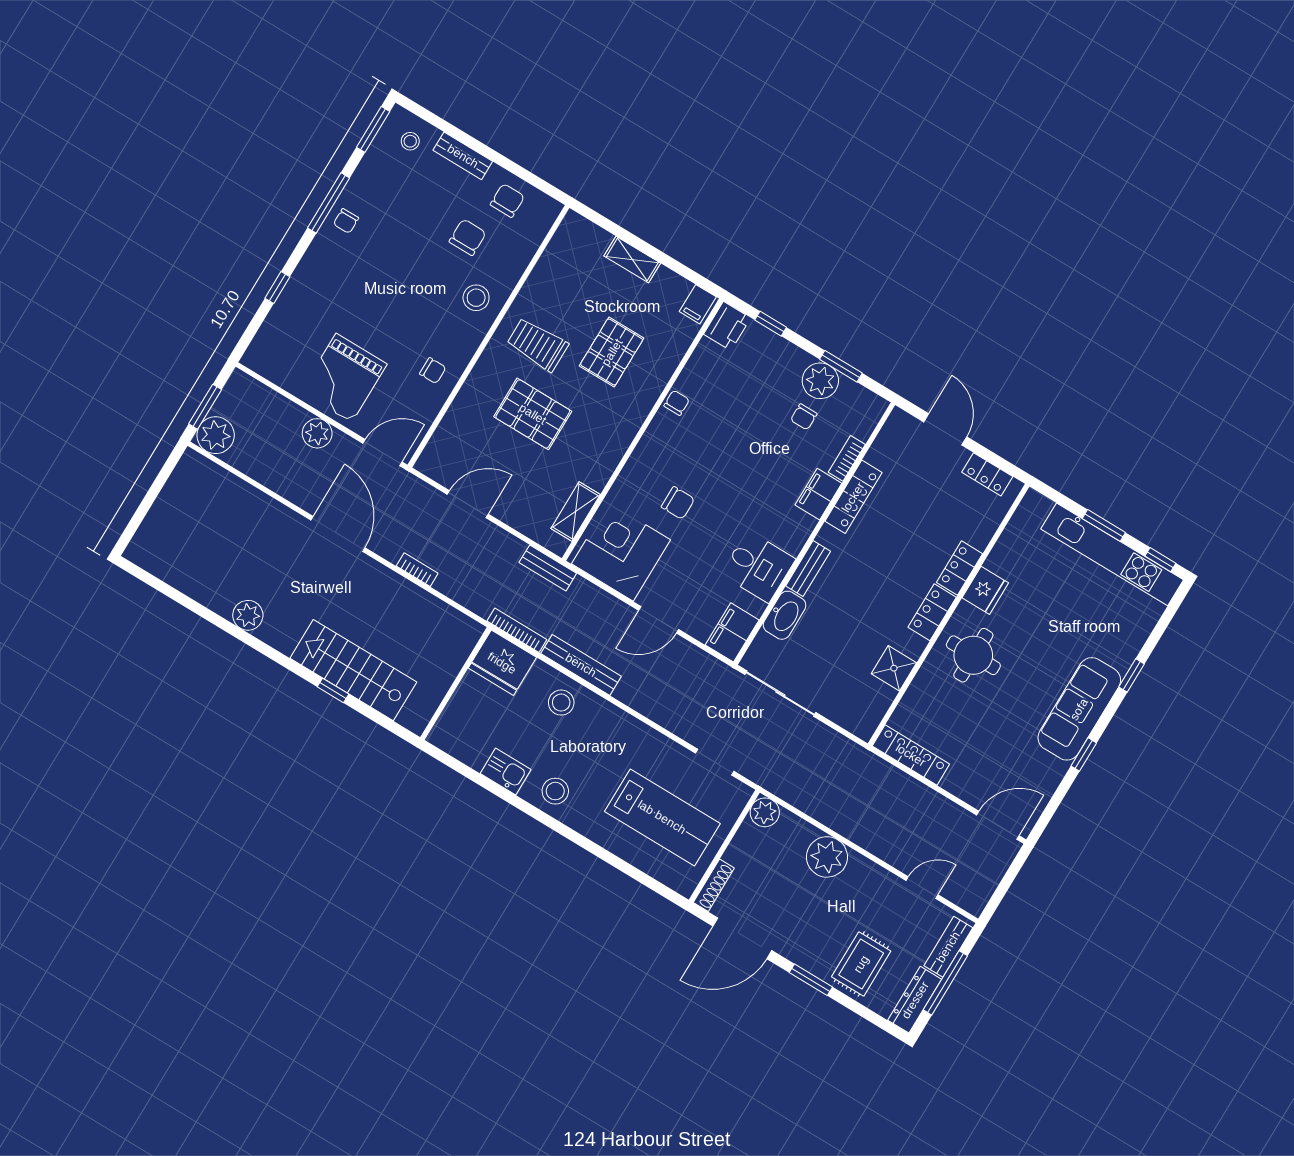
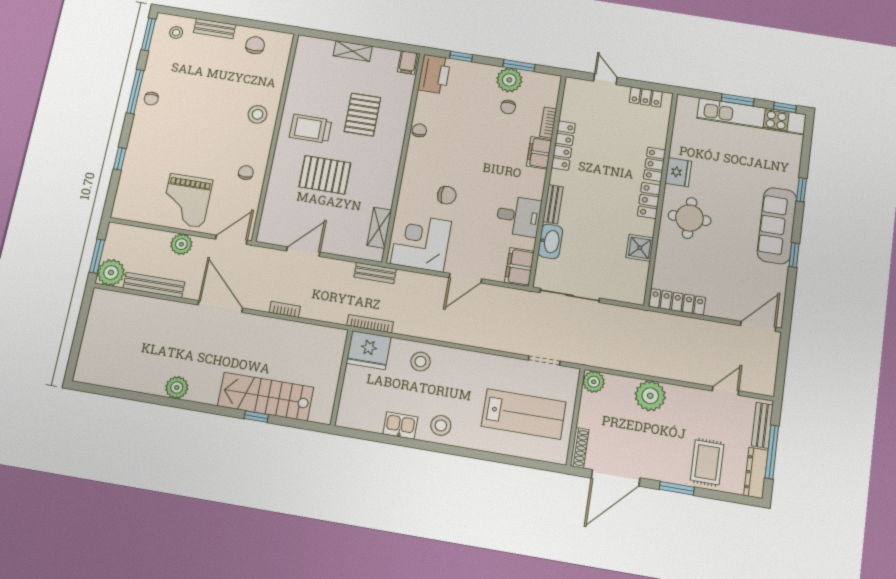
chair: (468, 237) -> (237, 78), removed
printer: (727, 326) -> (434, 74), width x1.37, depth x1.19
chair: (433, 371) -> (246, 173), turned -90
door: (945, 429) -> (605, 79), width x0.73
bench: (581, 665) -> (154, 285), moved

